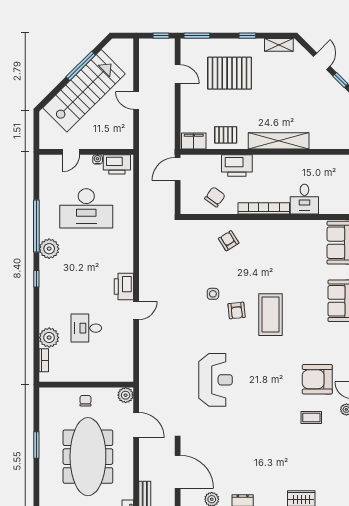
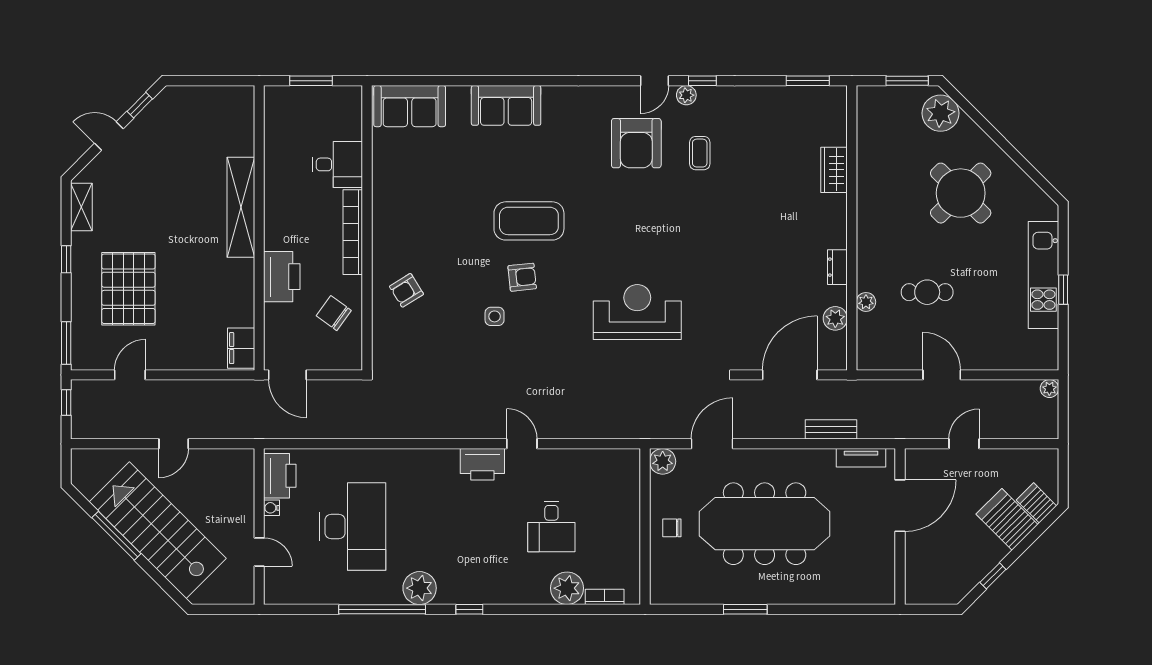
pallet: (226, 135) -> (231, 295), removed

